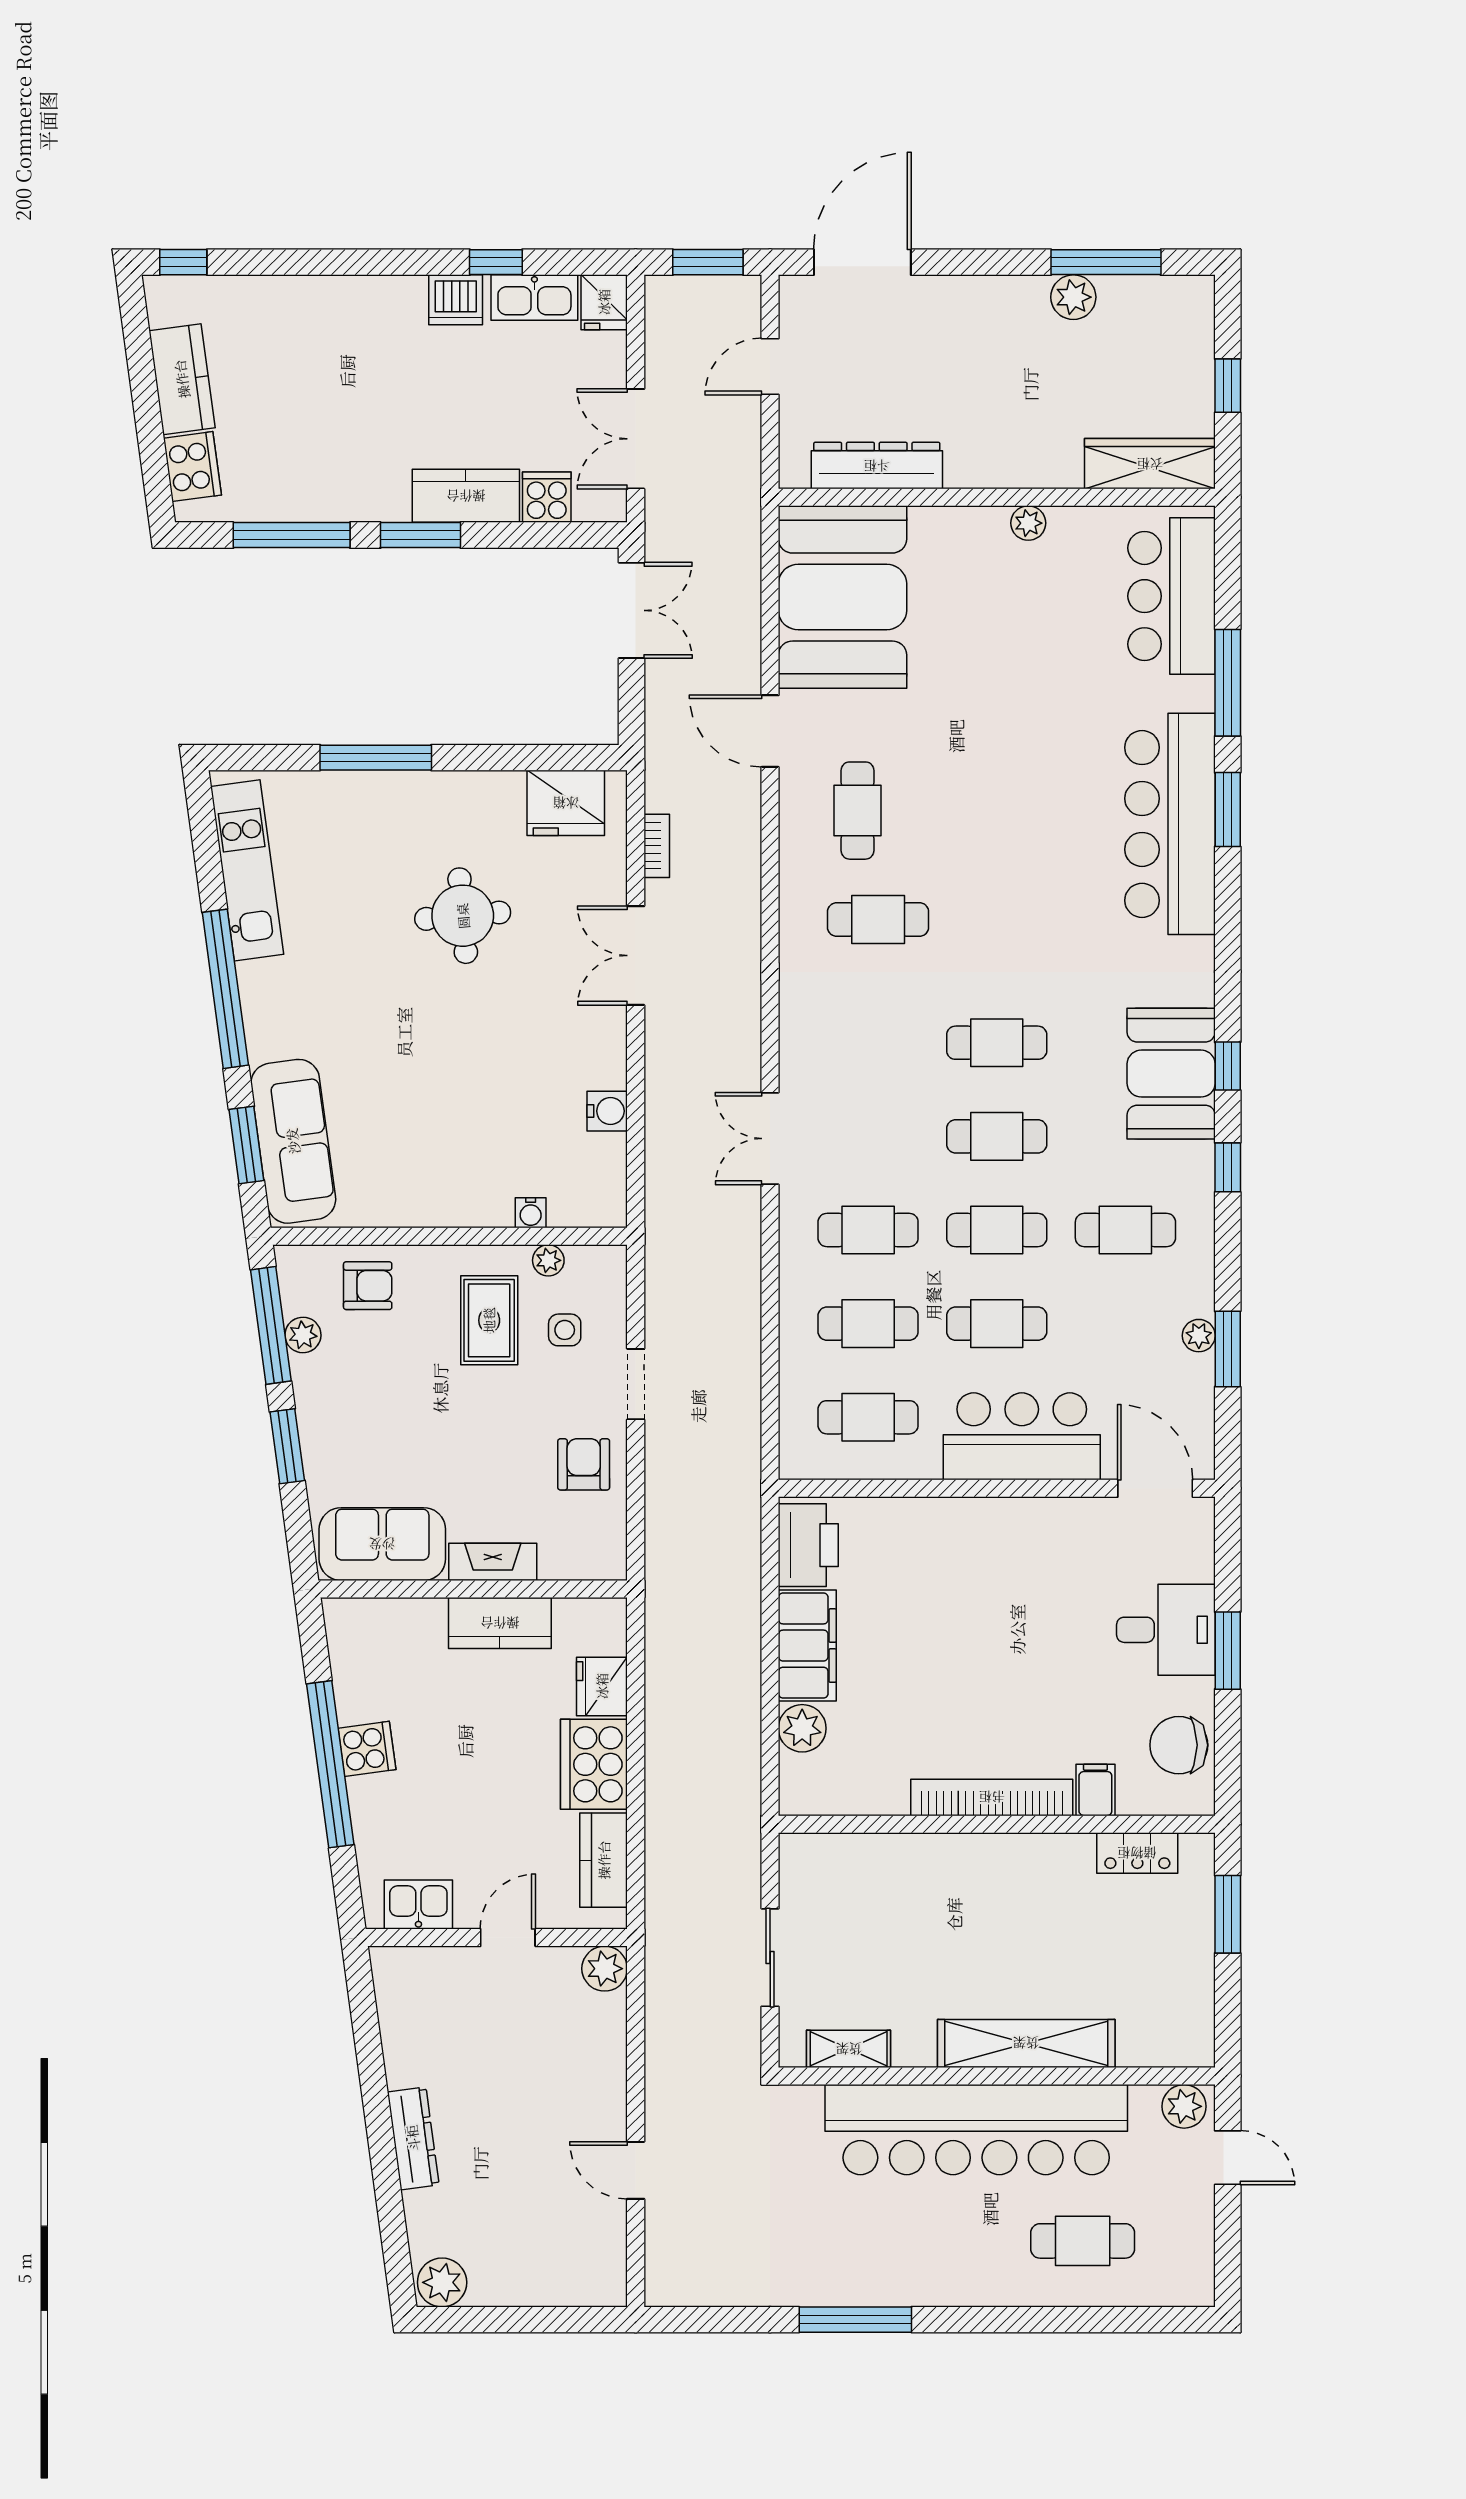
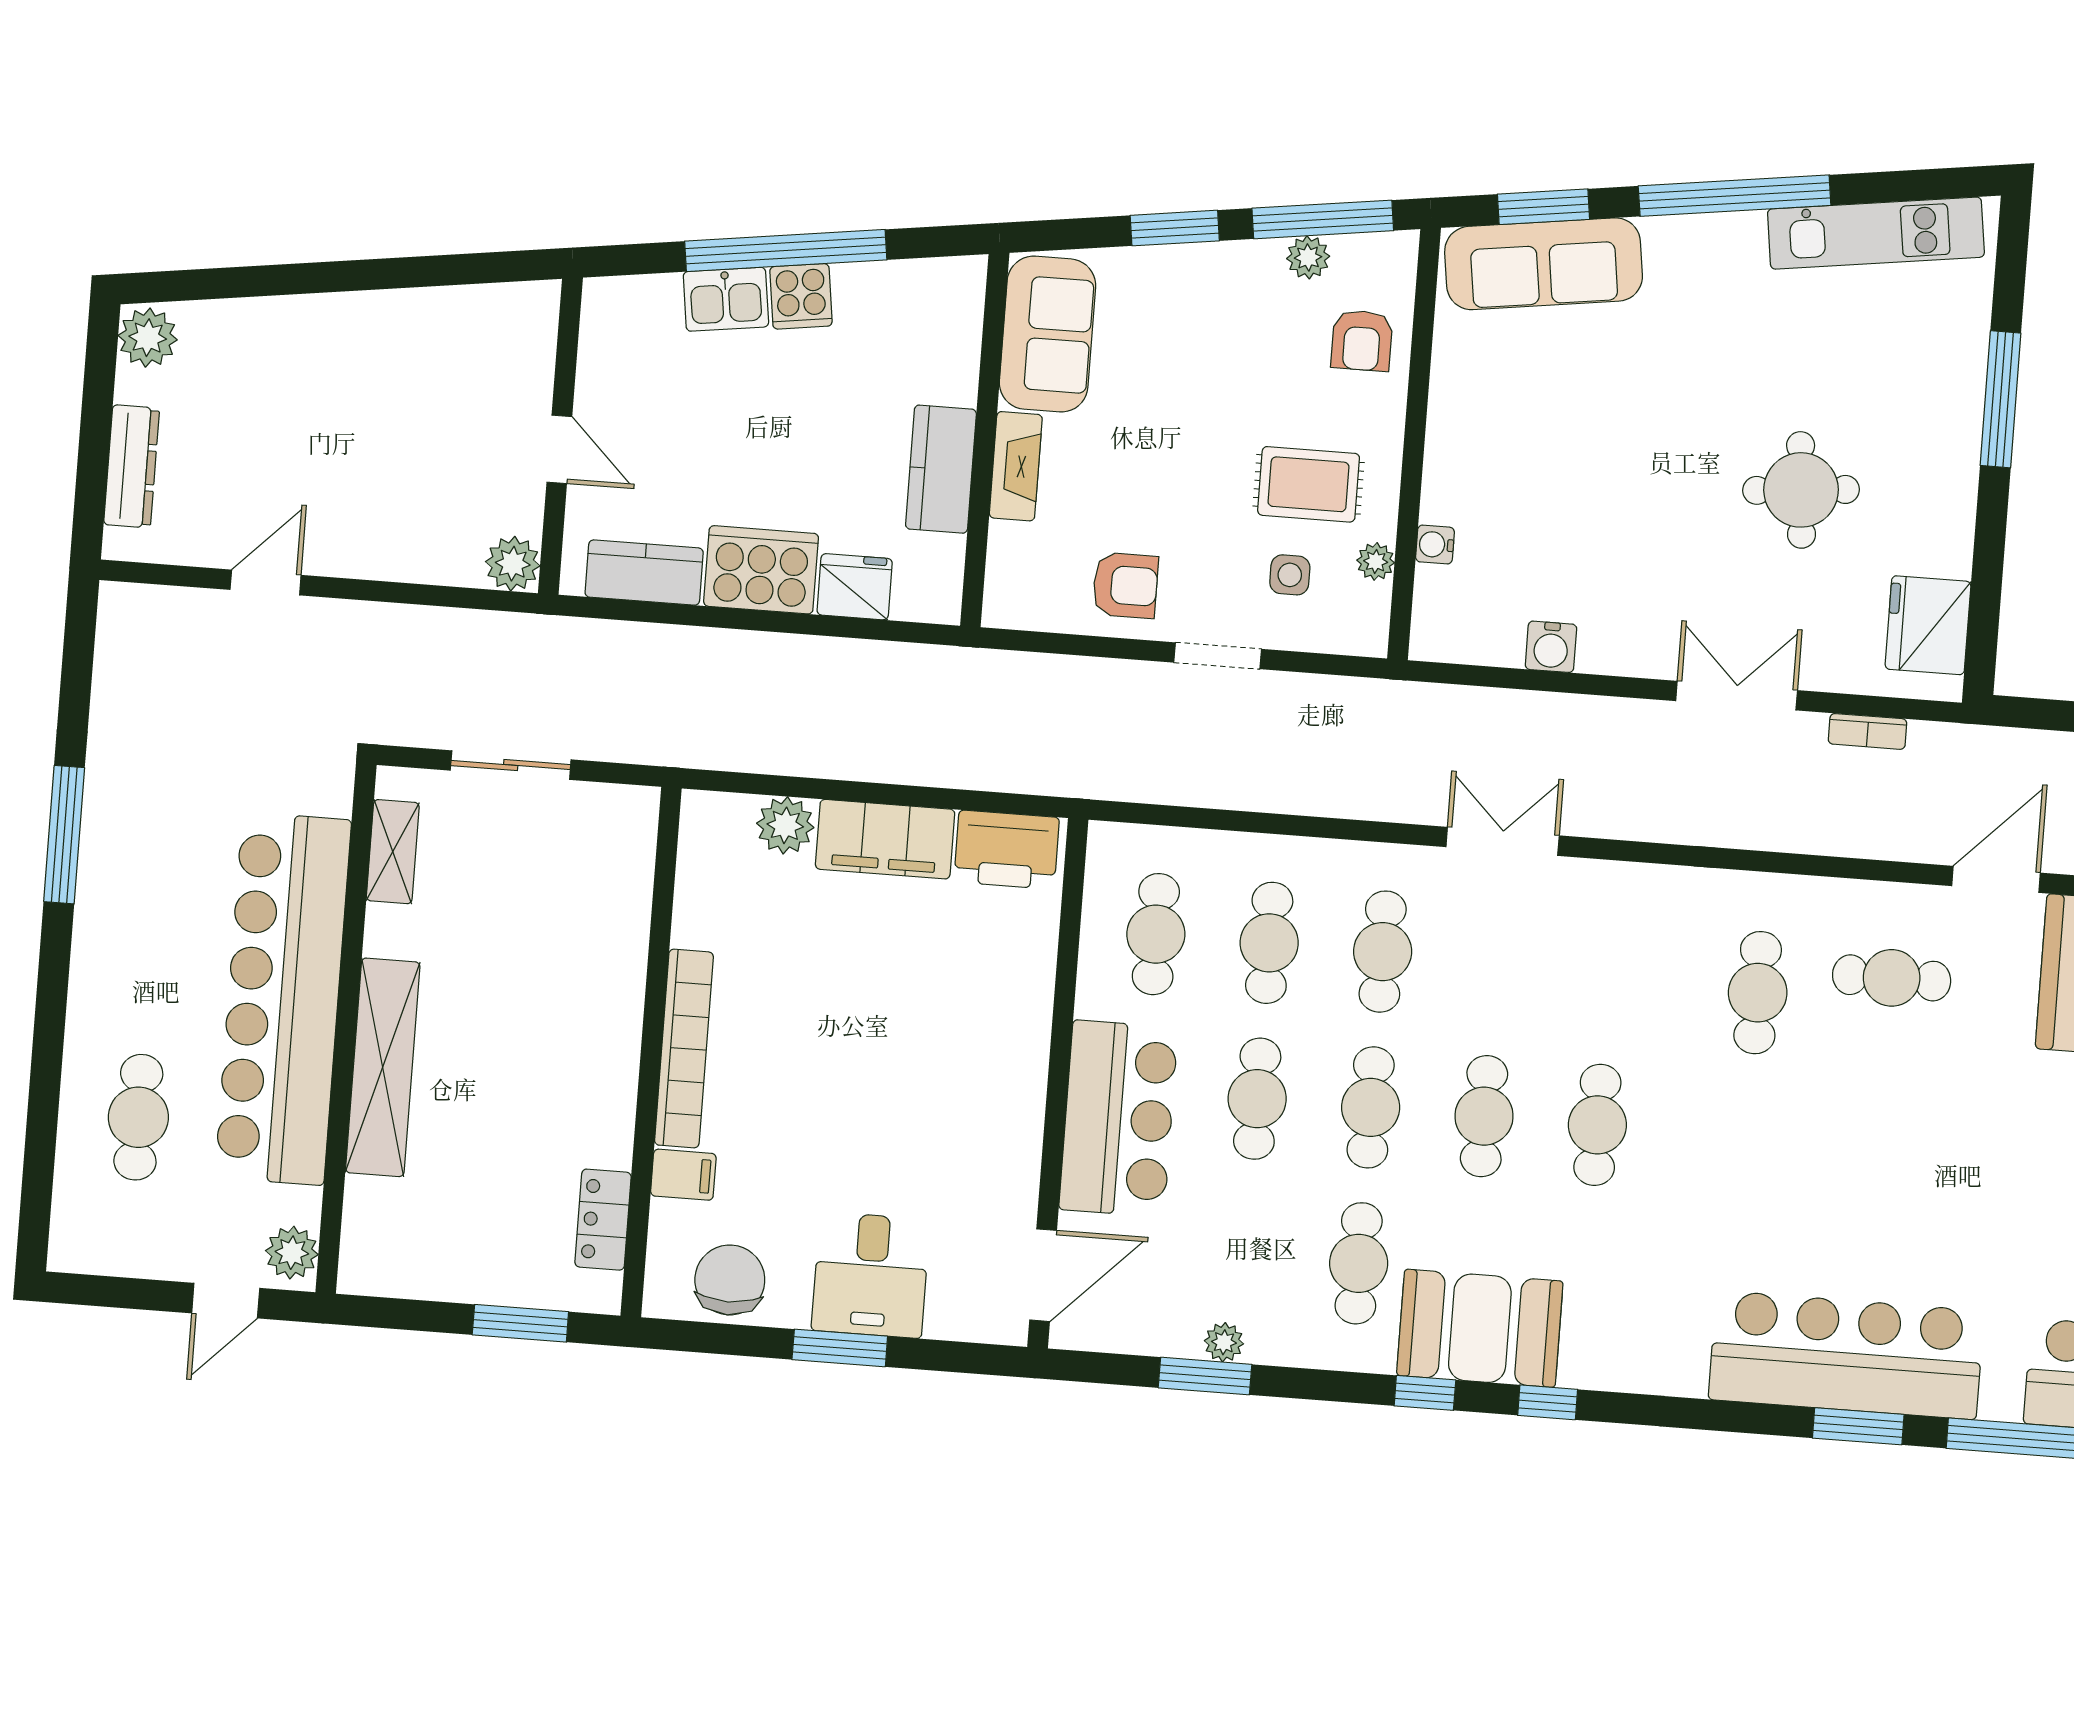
booth: (1171, 1074) -> (1480, 1328), moved
kitchen sink: (418, 1904) -> (726, 299), moved, turned 82
dresser: (413, 2138) -> (132, 466), moved, turned -82

